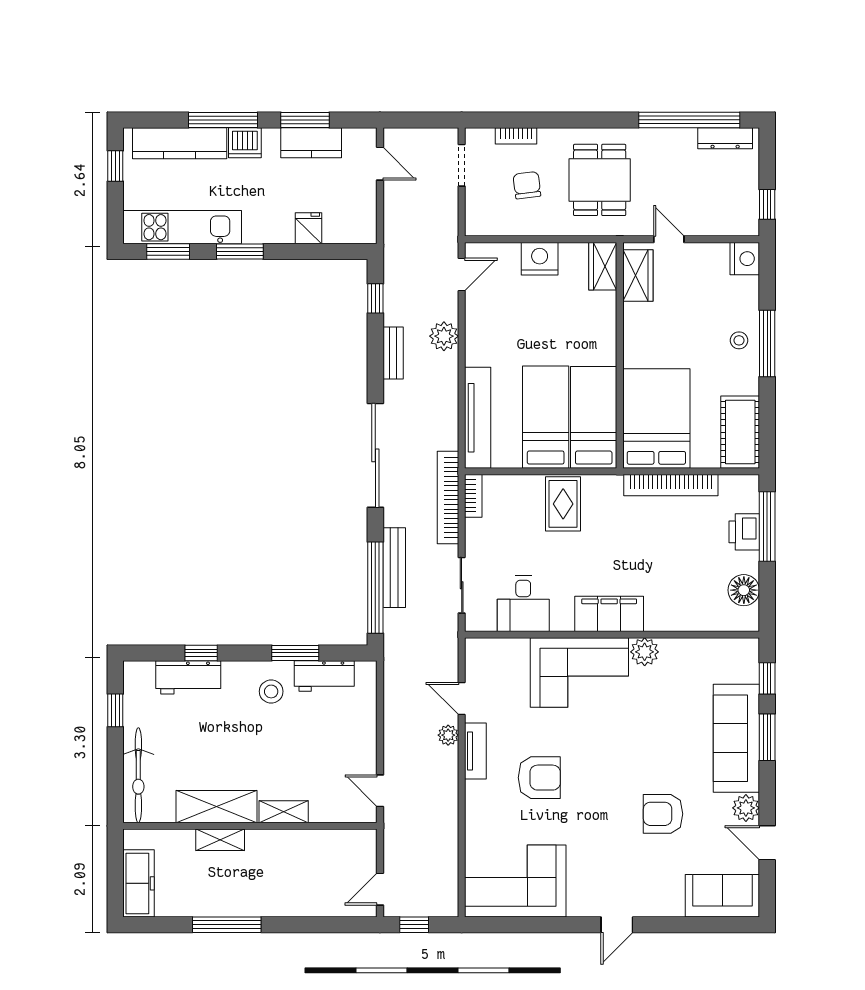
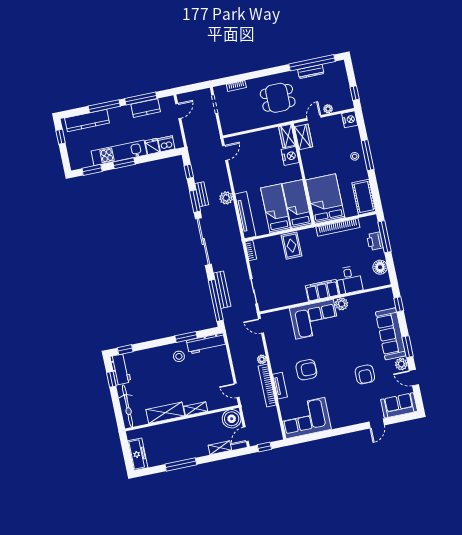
window: (305, 120) -> (141, 98), width x1.44
dresser: (725, 138) -> (311, 72), moved
dishwasher: (245, 143) -> (166, 144), moved, turned 180
door: (380, 164) -> (178, 111), hinge flipped
dining table: (600, 180) -> (278, 98), turned 90
chair: (527, 185) -> (246, 107), removed
plant: (703, 226) -> (328, 109), added
kitchen unit: (182, 227) -> (119, 153), moved
door: (669, 239) -> (314, 118), hinge flipped
nightstand: (540, 259) -> (290, 156), moved, turned 90
plant: (444, 336) -> (226, 198), moved
window: (375, 365) -> (195, 201), added
bookcase: (448, 497) -> (267, 385), moved
desk: (523, 604) -> (349, 280), moved
window: (201, 653) -> (125, 350), moved
workbench: (324, 676) -> (206, 343), width x1.38
workbench: (188, 677) -> (120, 369), moved, turned -90
door: (462, 699) -> (261, 326), moved
window: (767, 737) -> (408, 347), moved
tv unit: (475, 751) -> (280, 386), moved
armchair: (663, 814) -> (365, 374), turned -90
shelving: (220, 840) -> (220, 448), moved
boiler: (356, 849) -> (232, 419), added
door: (617, 925) -> (377, 424), moved

